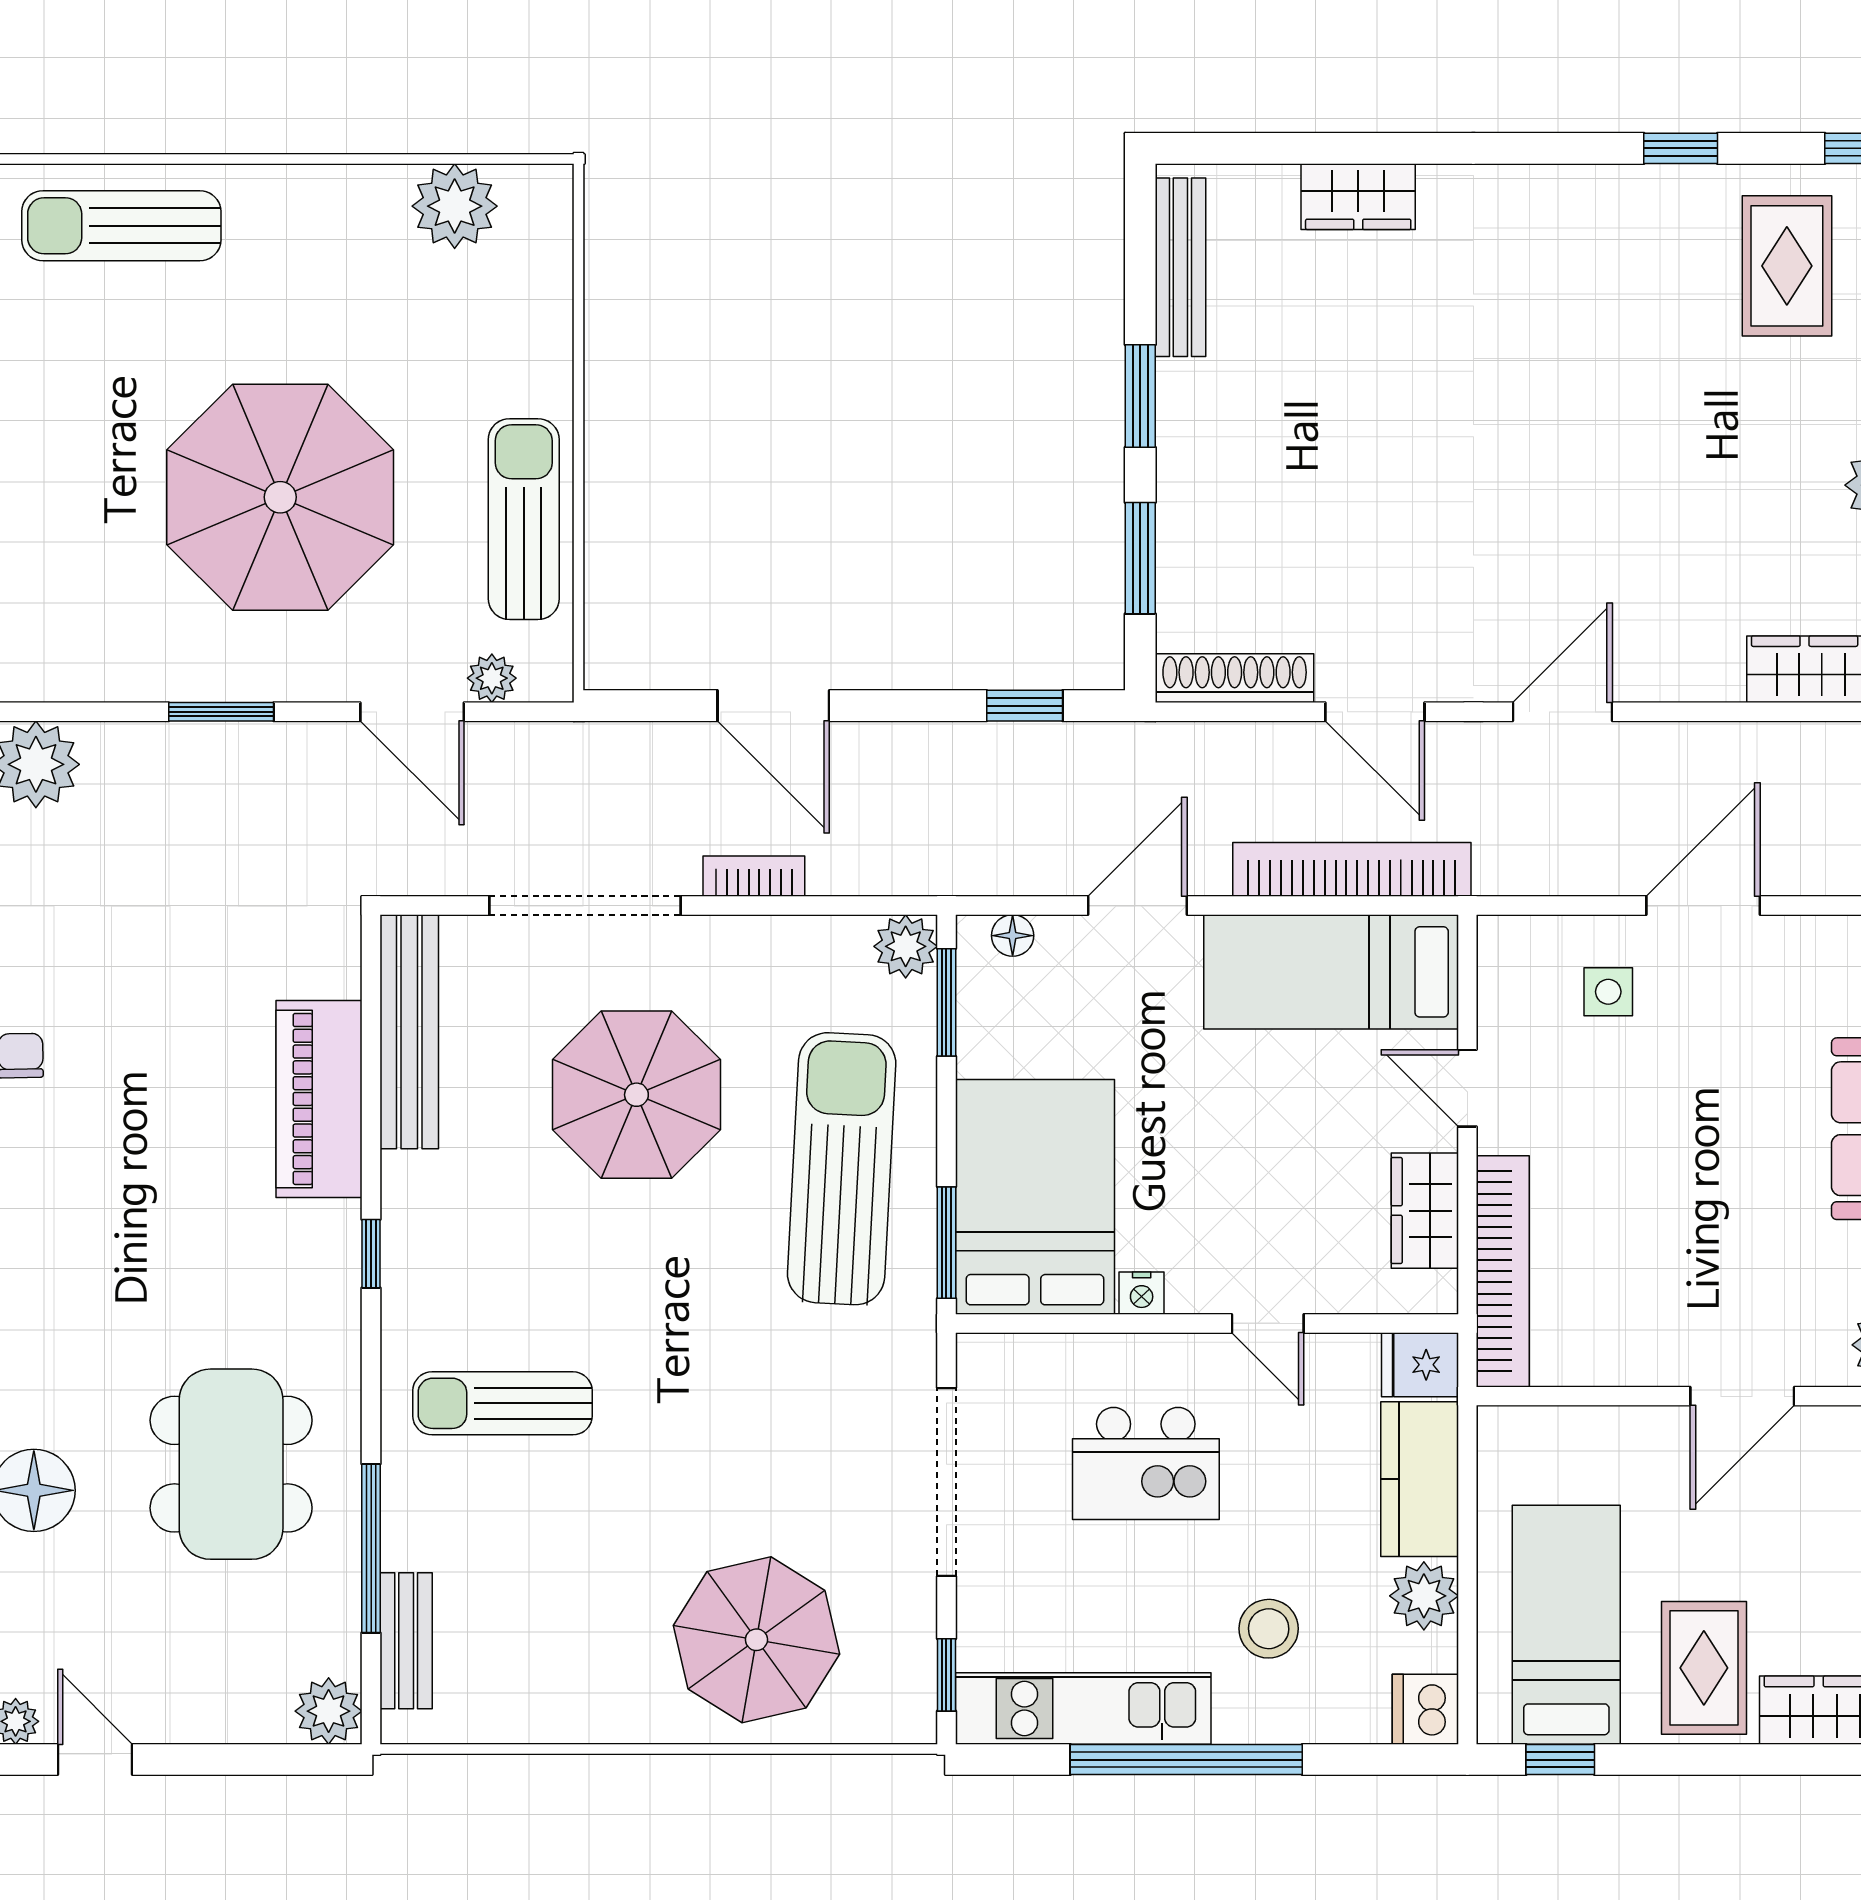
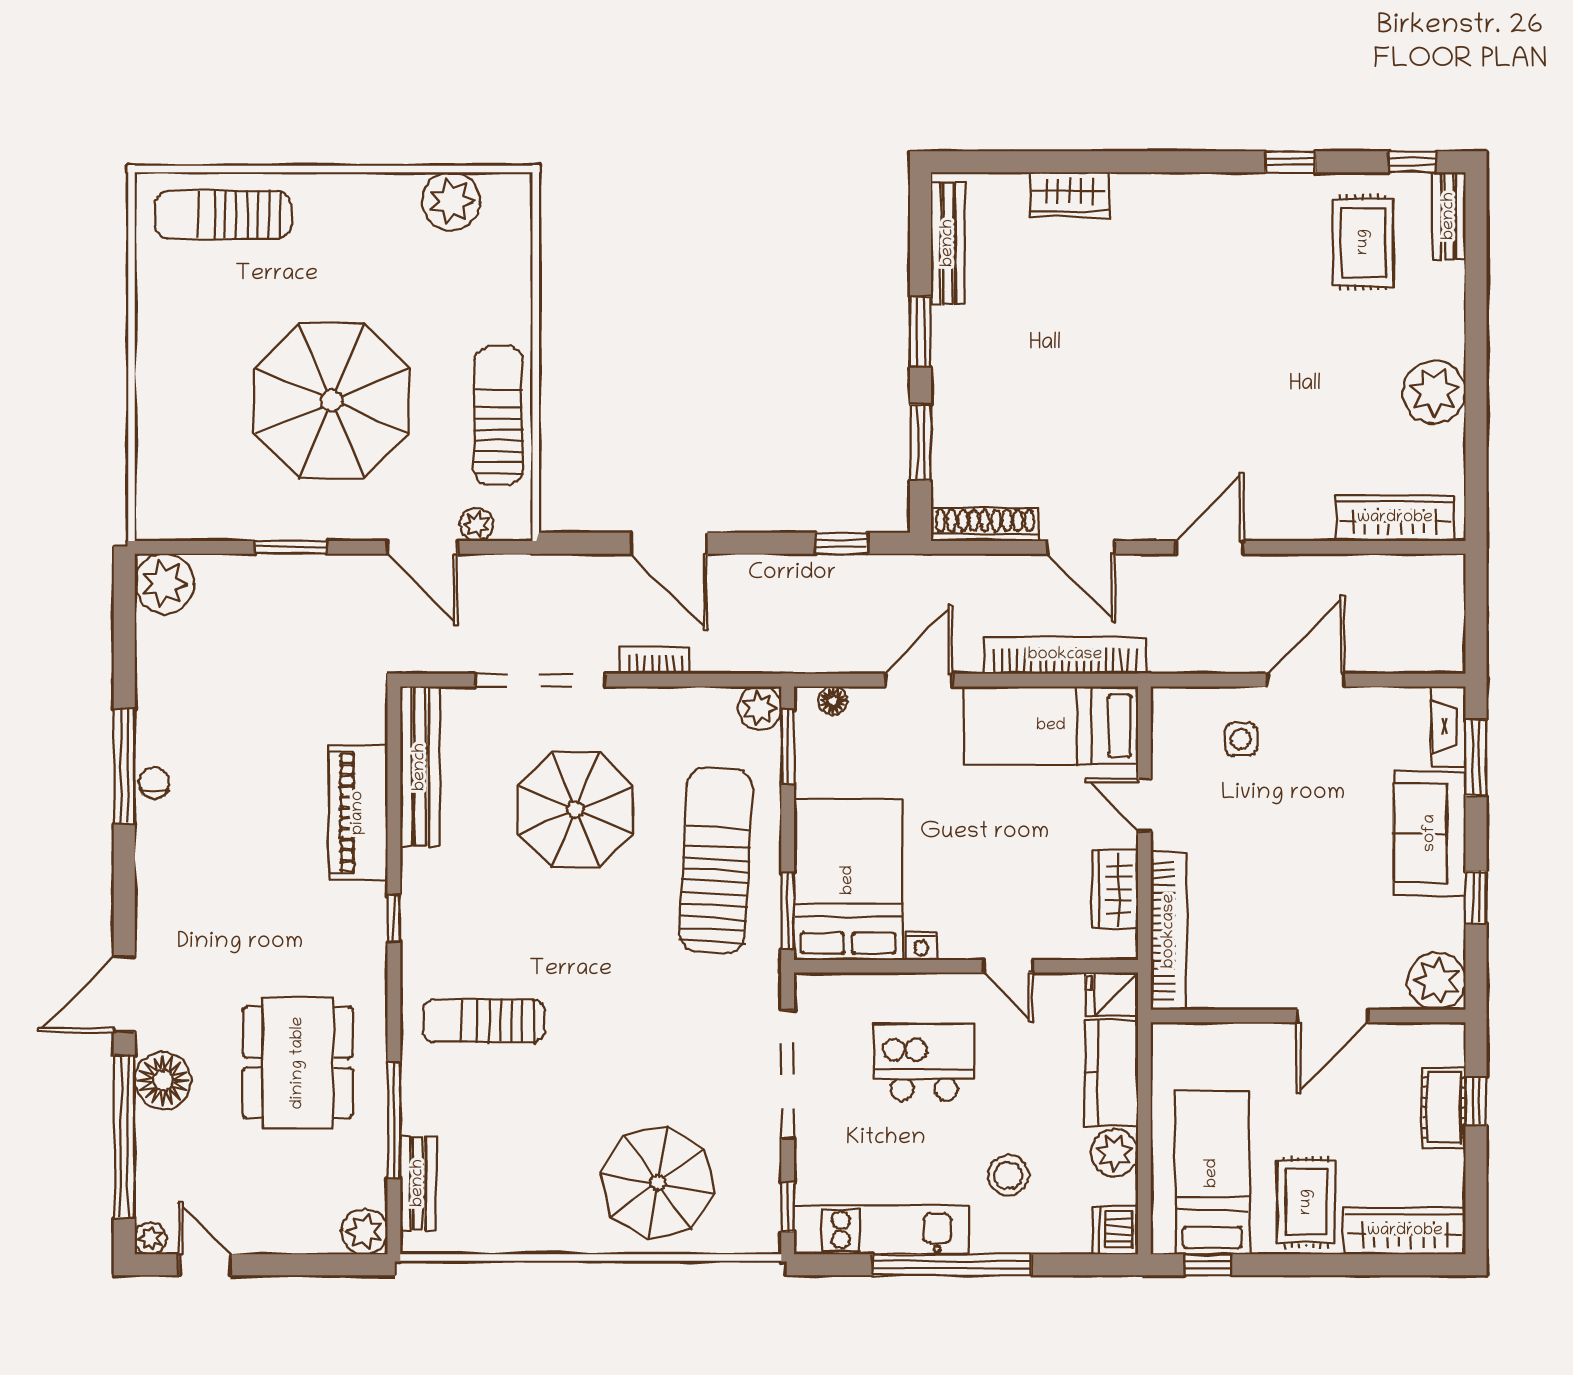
kitchen island: (1146, 1463) -> (924, 1062), turned 180

